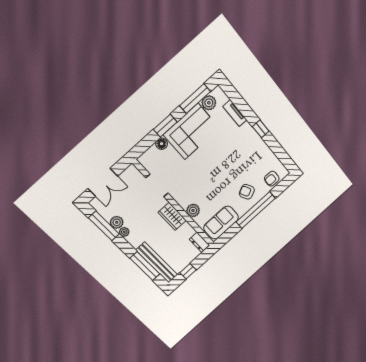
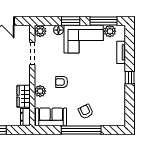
plant: (146, 160) -> (40, 31), added
armchair: (272, 179) -> (62, 82), moved
wardrobe: (172, 216) -> (24, 96), moved

